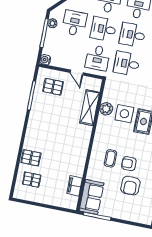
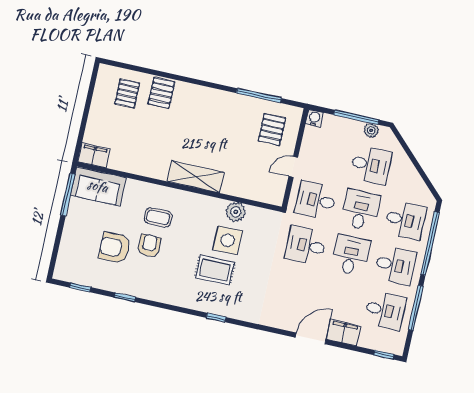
desk: (127, 64) -> (306, 245), turned -90
shelving: (90, 108) -> (195, 177), moved
filing cabinet: (75, 186) -> (94, 155), moved

